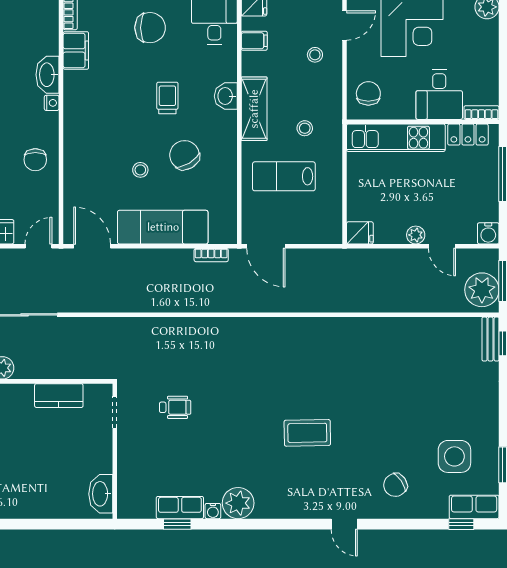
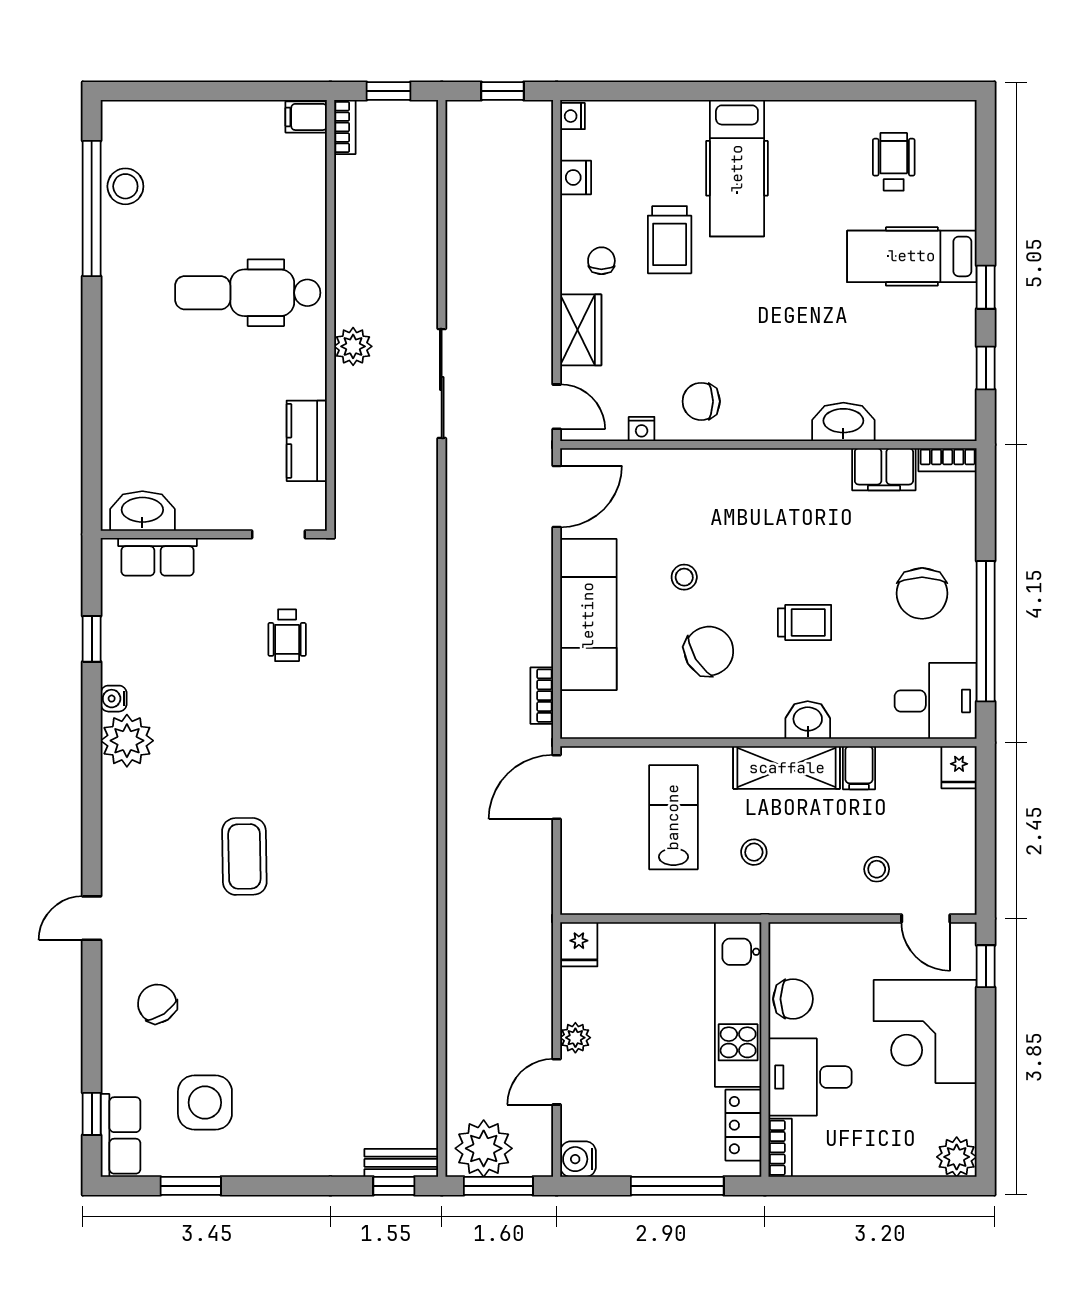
filing cabinet: (254, 41) -> (859, 768), moved
chair: (368, 93) -> (793, 999), moved
nightstand: (52, 103) -> (642, 429), moved
row of seats: (180, 508) -> (158, 557), moved, turned 90

